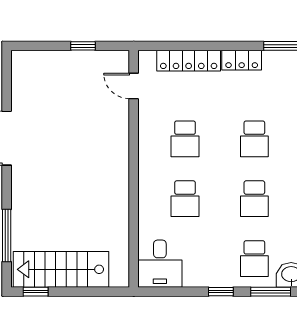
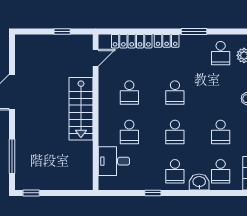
door: (134, 86) -> (96, 58), swing flipped
desk: (160, 264) -> (114, 161), moved, turned 90
stairs: (61, 269) -> (81, 109), moved, turned -90
window: (271, 292) -> (186, 193), removed

